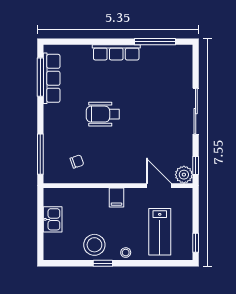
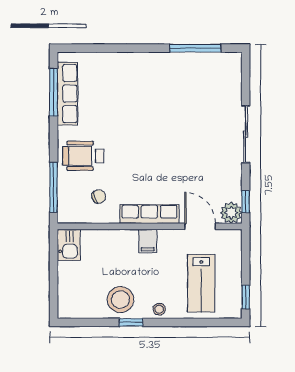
row of seats: (116, 52) -> (149, 214), moved, turned 180
wheelchair: (103, 114) -> (83, 156), moved
kitchen sink: (53, 219) -> (69, 245), moved

